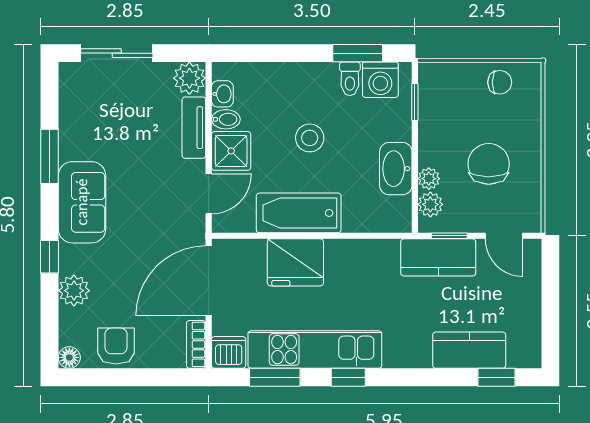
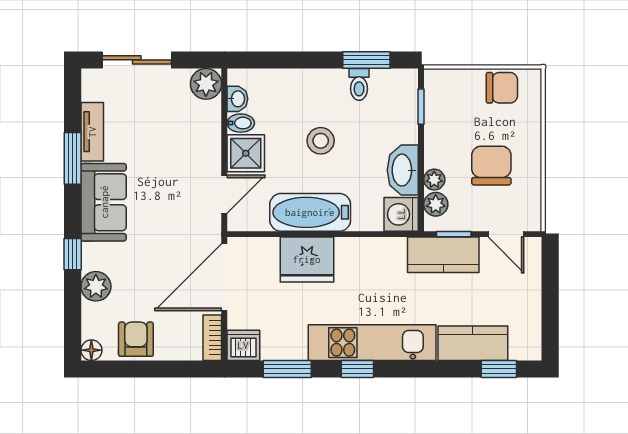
washing machine: (380, 80) -> (401, 214), moved, turned 90
chair: (500, 82) -> (502, 88), width x1.37, depth x1.37
tv unit: (194, 128) -> (92, 132), moved, turned 180
kitchen unit: (315, 350) -> (372, 343), moved

